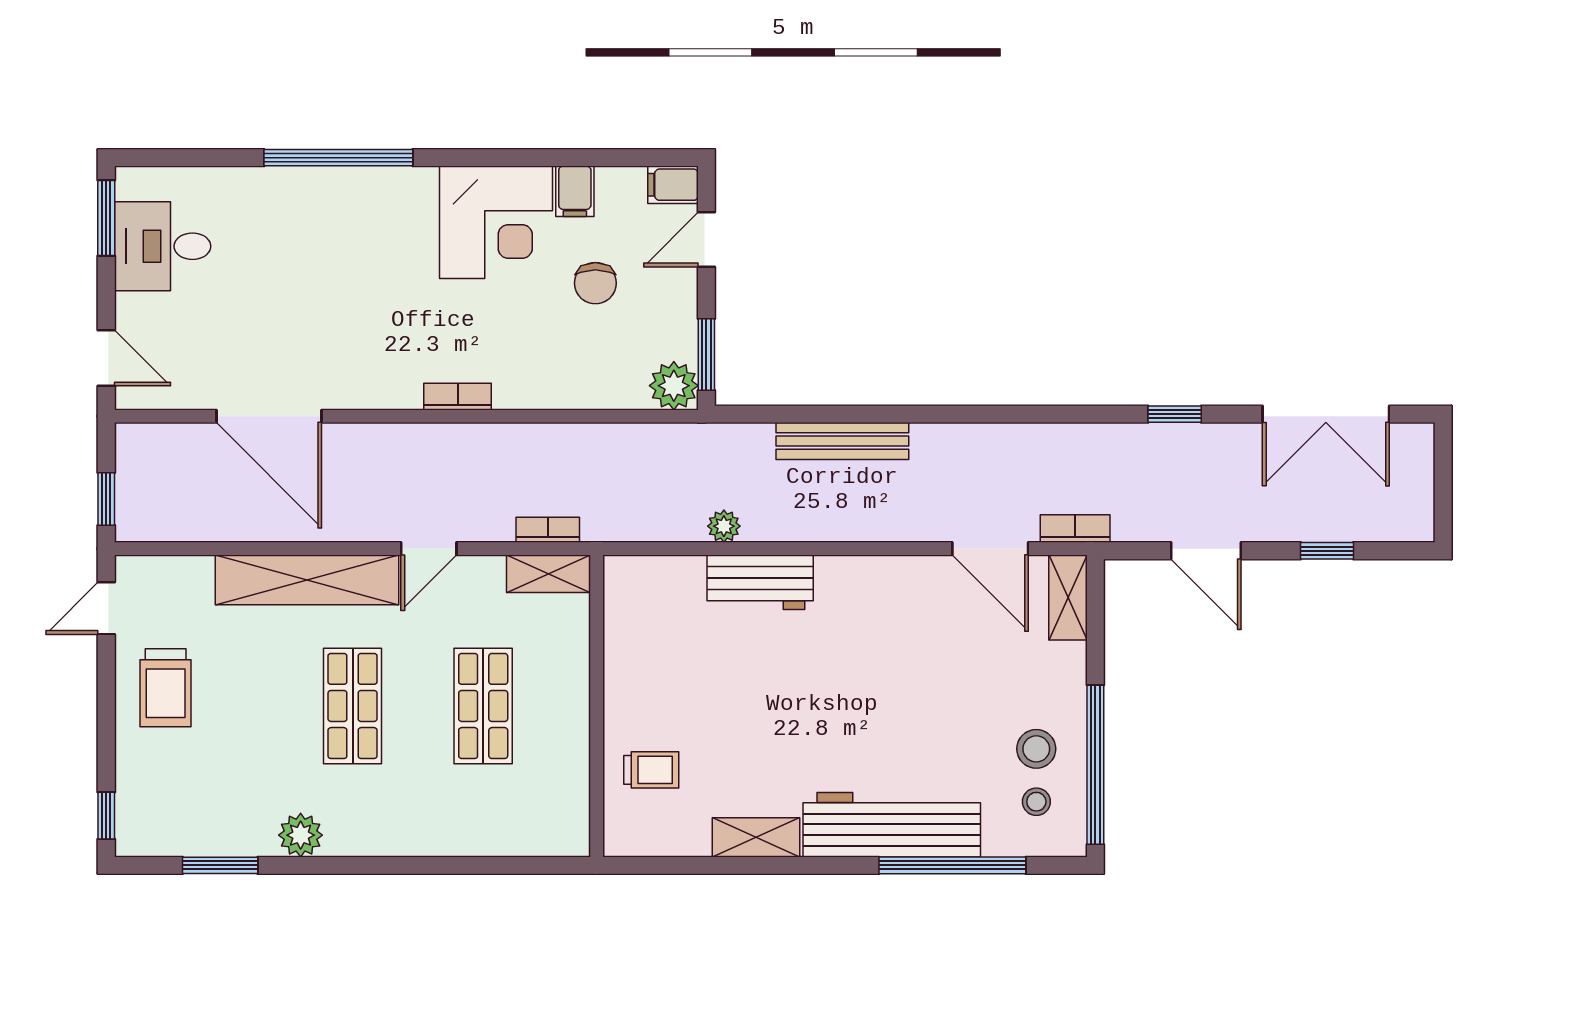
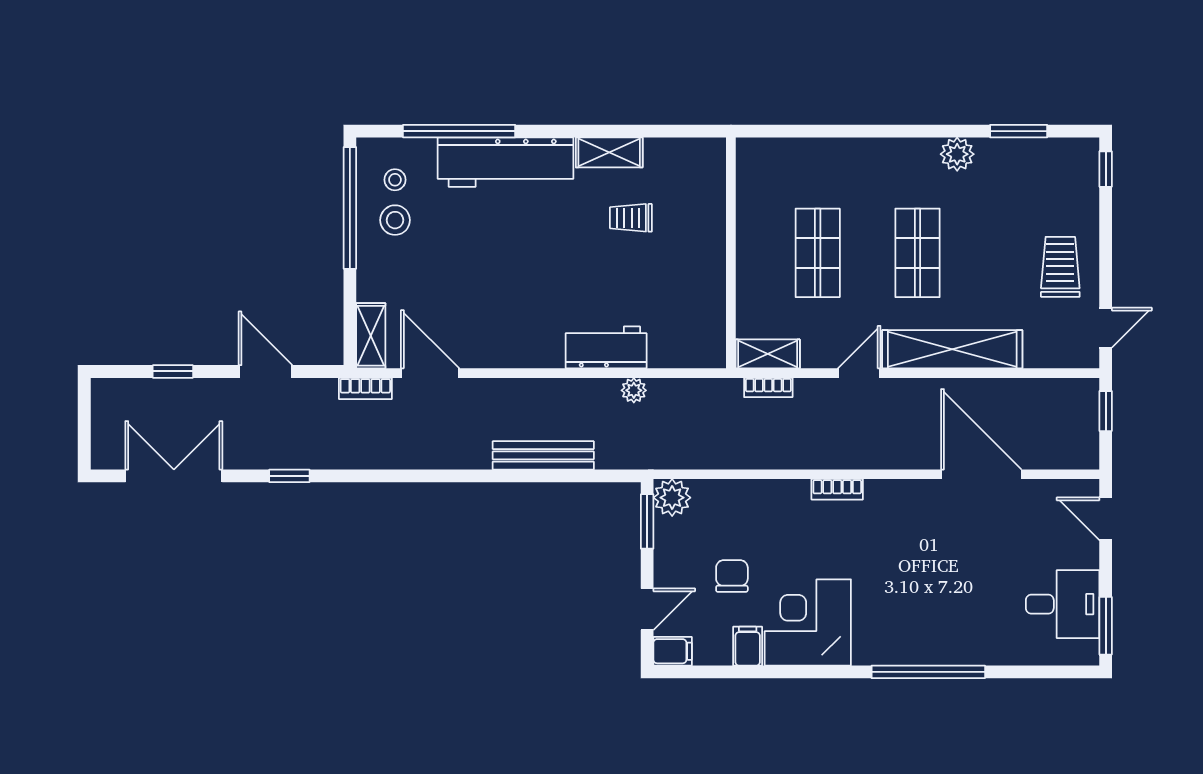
trolley: (651, 770) -> (631, 218), moved

